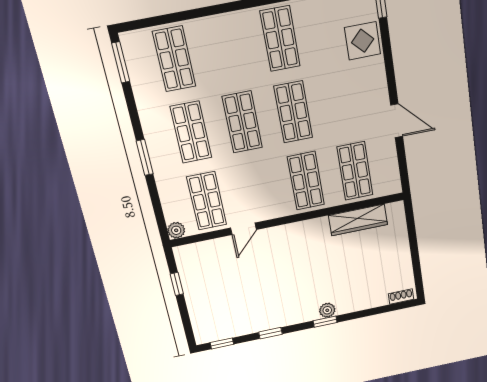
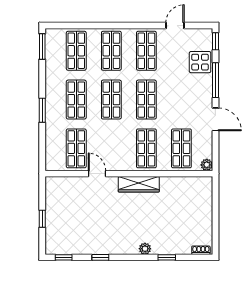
shop shelf: (227, 49) -> (111, 51), added
window: (389, 64) -> (215, 80), added
wardrobe: (358, 220) -> (139, 184), moved
door: (243, 229) -> (97, 174), swing flipped
plant: (176, 230) -> (207, 165), moved
window: (177, 284) -> (42, 219), moved
window: (325, 322) -> (167, 257), moved

